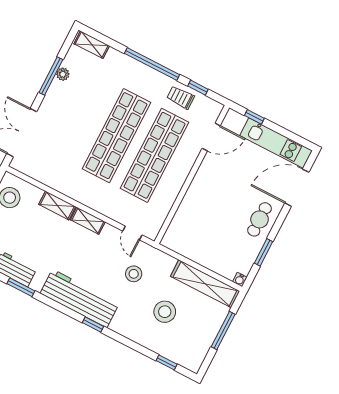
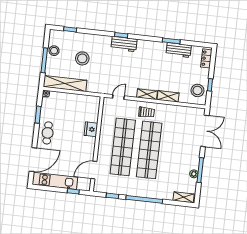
trolley: (181, 97) -> (146, 112), moved
fridge: (192, 200) -> (91, 129), added
door: (132, 233) -> (118, 97), hinge flipped
stool: (134, 274) -> (54, 51), moved
workbench: (80, 298) -> (124, 44), width x0.53, depth x0.76

